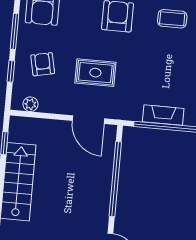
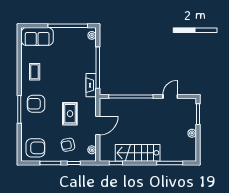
fireplace: (163, 115) -> (91, 85), moved
door: (88, 120) -> (98, 126), moved

